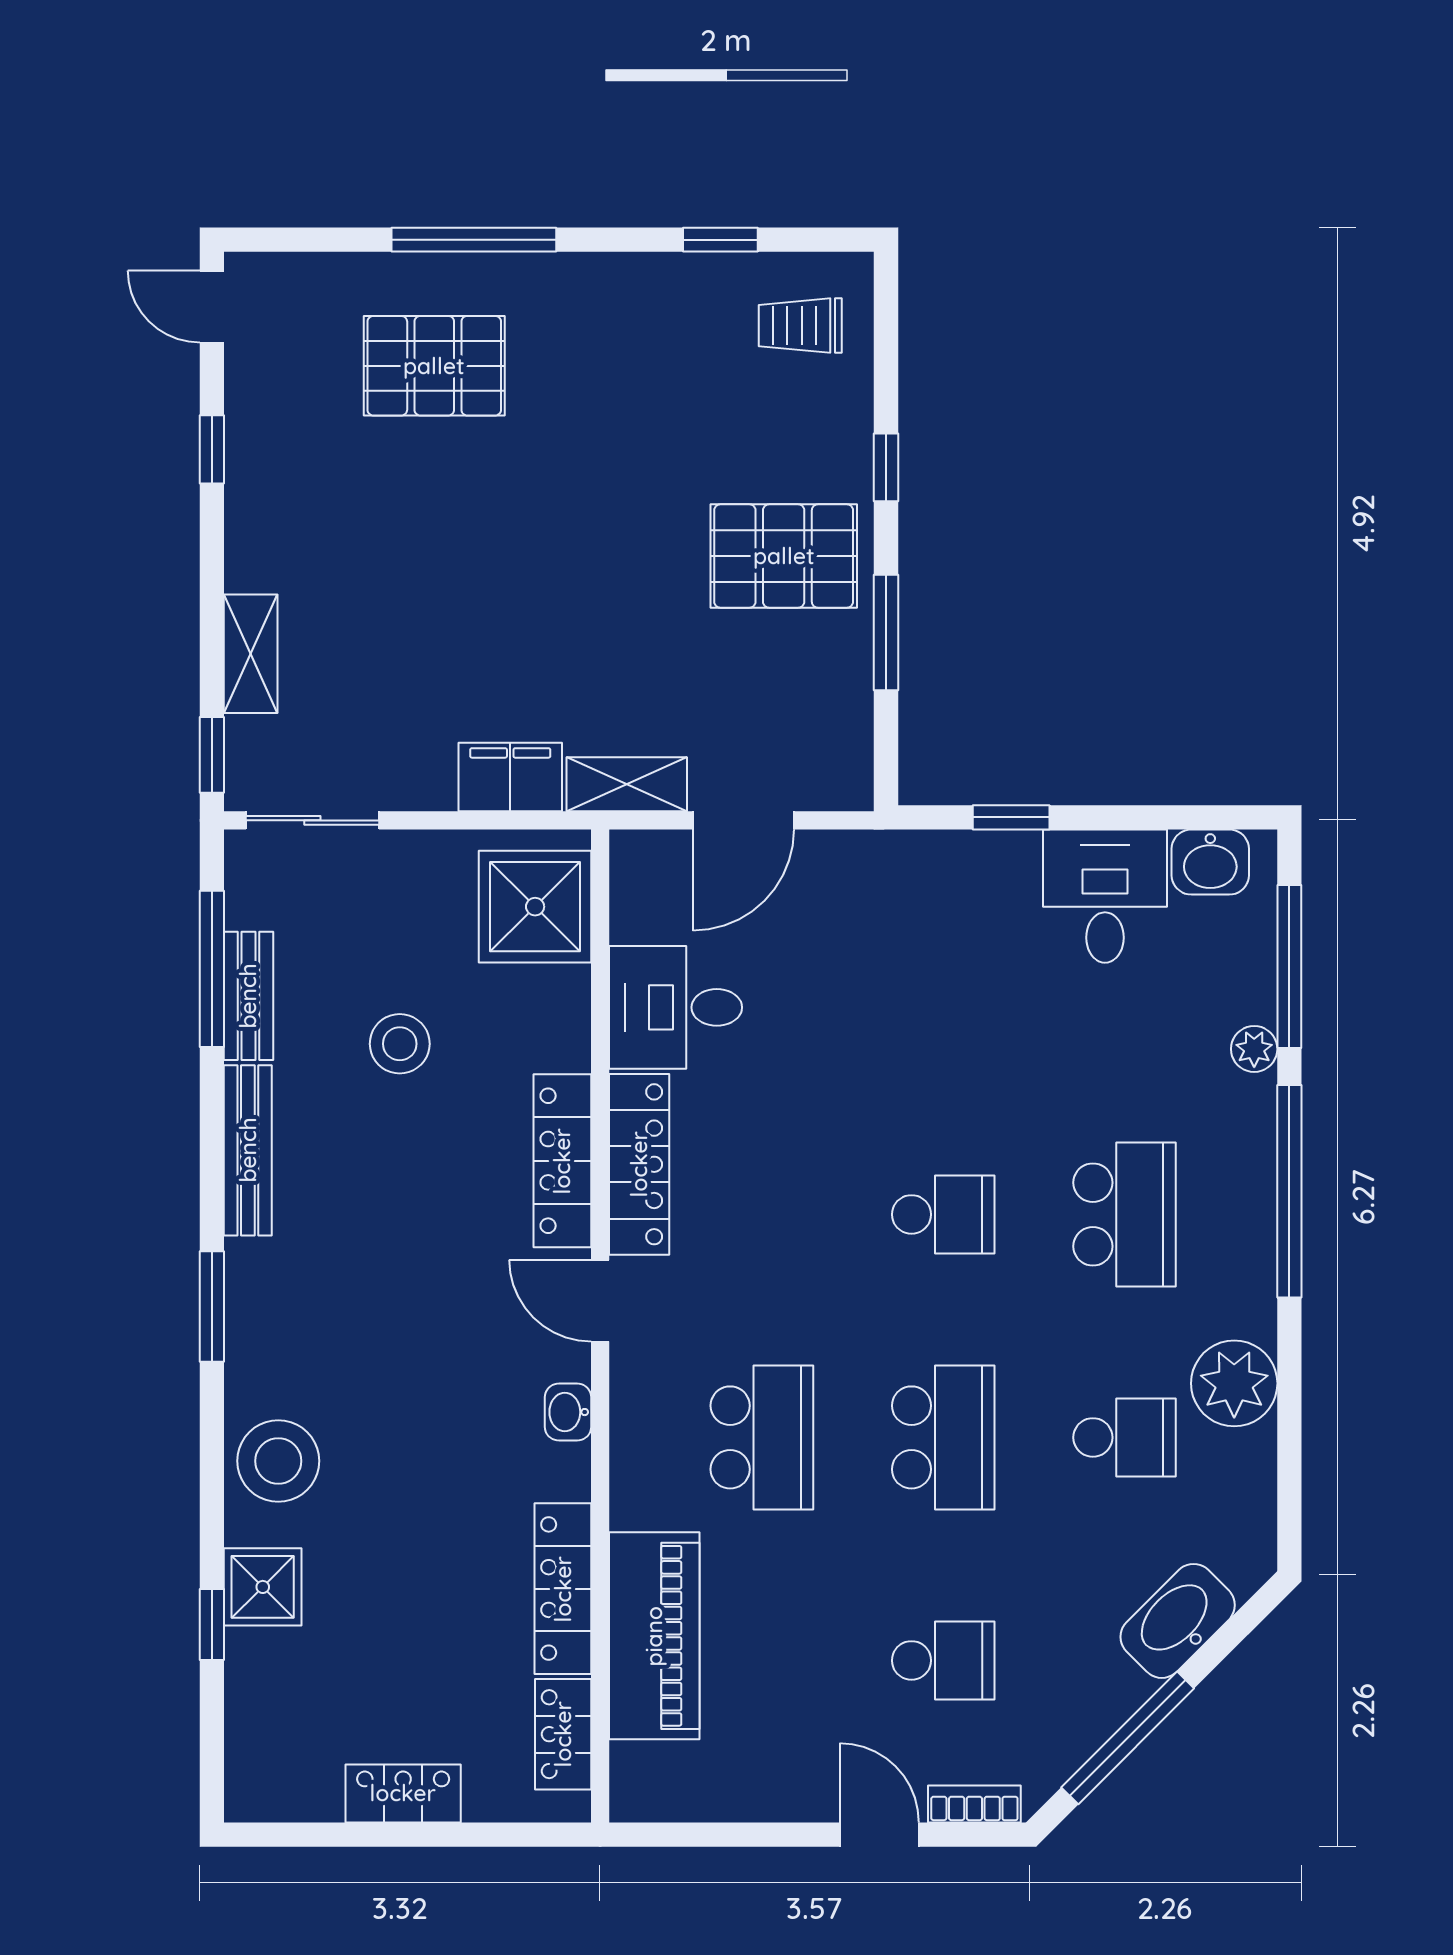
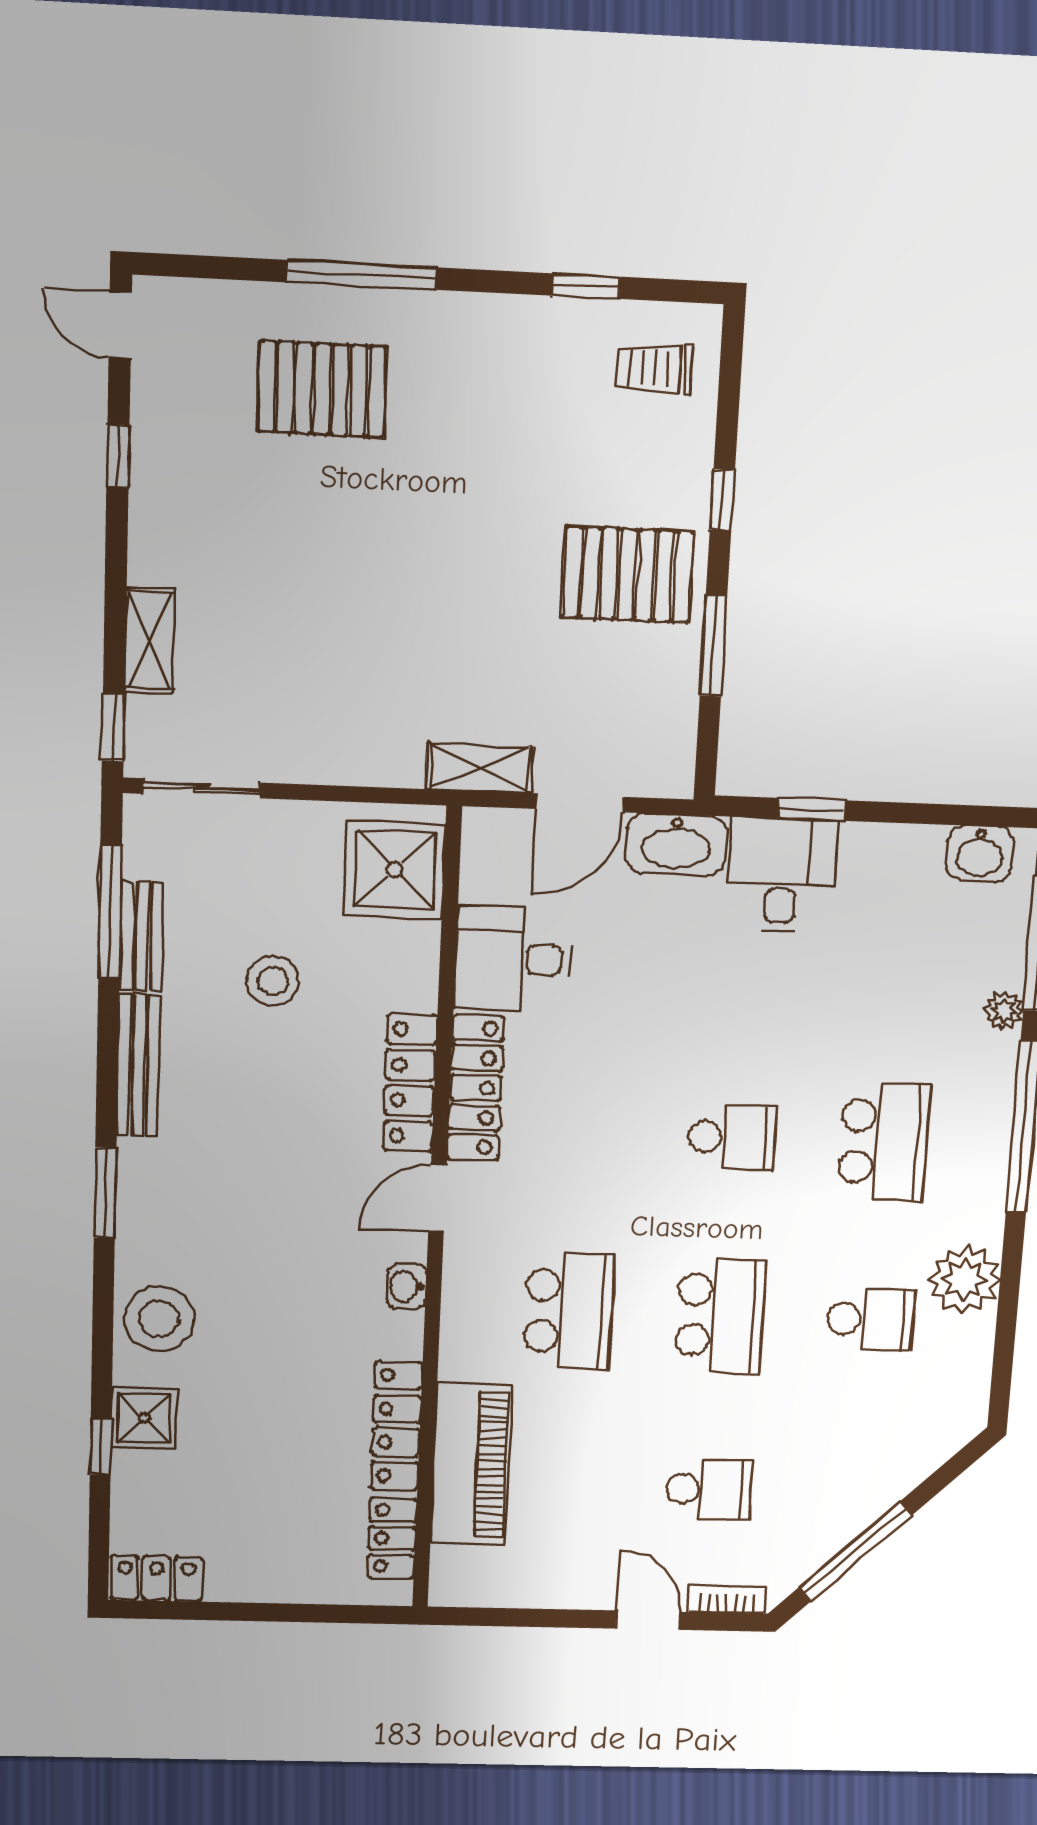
filing cabinet: (510, 777) -> (377, 758), removed
desk: (1105, 896) -> (782, 875), moved
door: (600, 1301) -> (437, 1198), hinge flipped
washbasin: (1178, 1621) -> (676, 844), moved, turned -135
locker: (403, 1793) -> (156, 1579), moved

